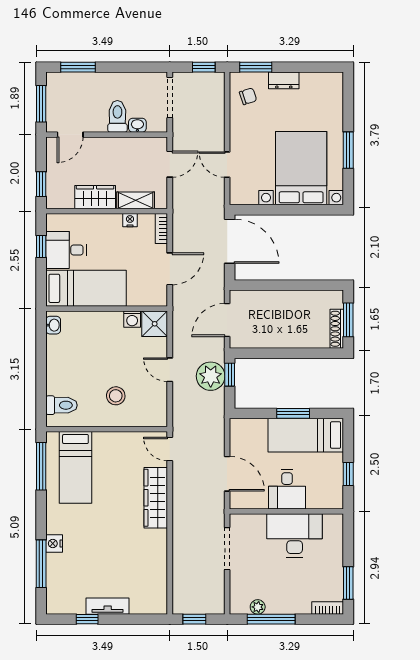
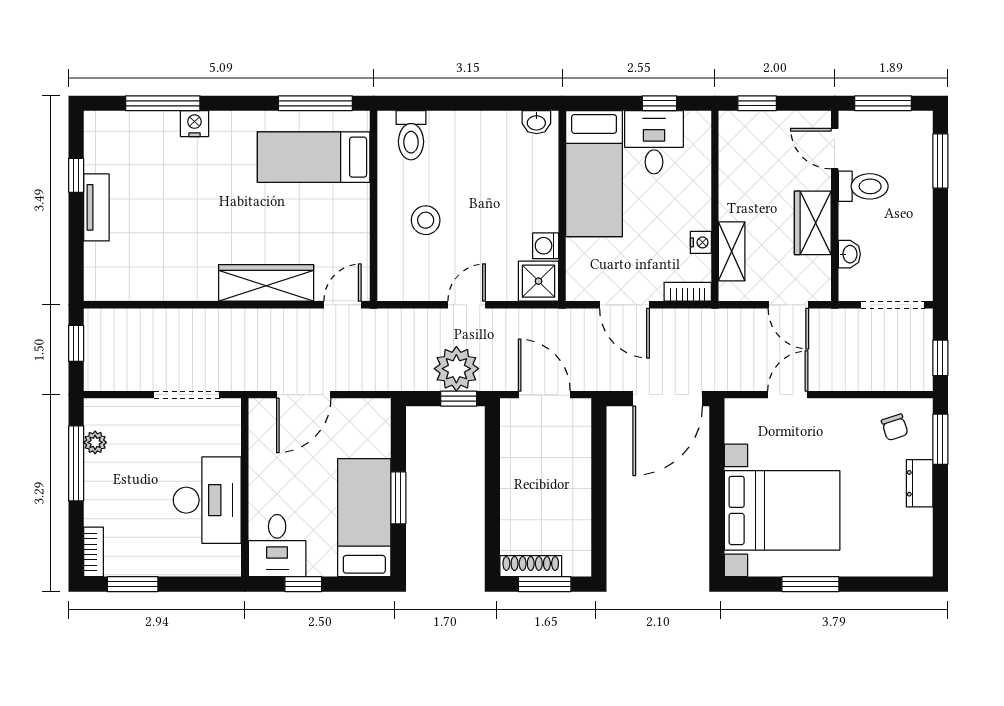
toilet: (117, 116) -> (863, 186), moved
wardrobe: (95, 197) -> (813, 223), moved, turned 180
desk: (287, 489) -> (277, 546), moved, turned -90

